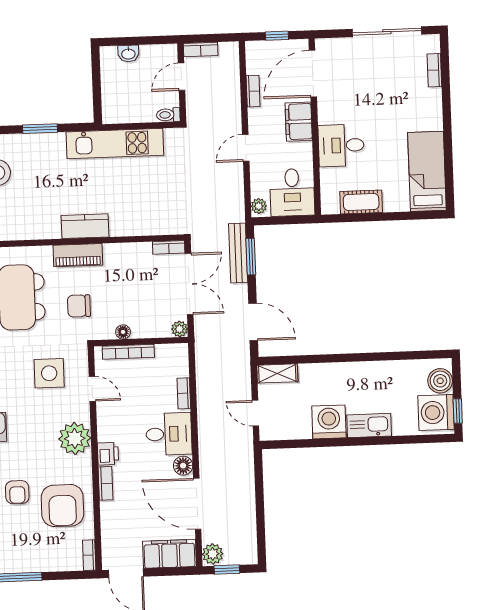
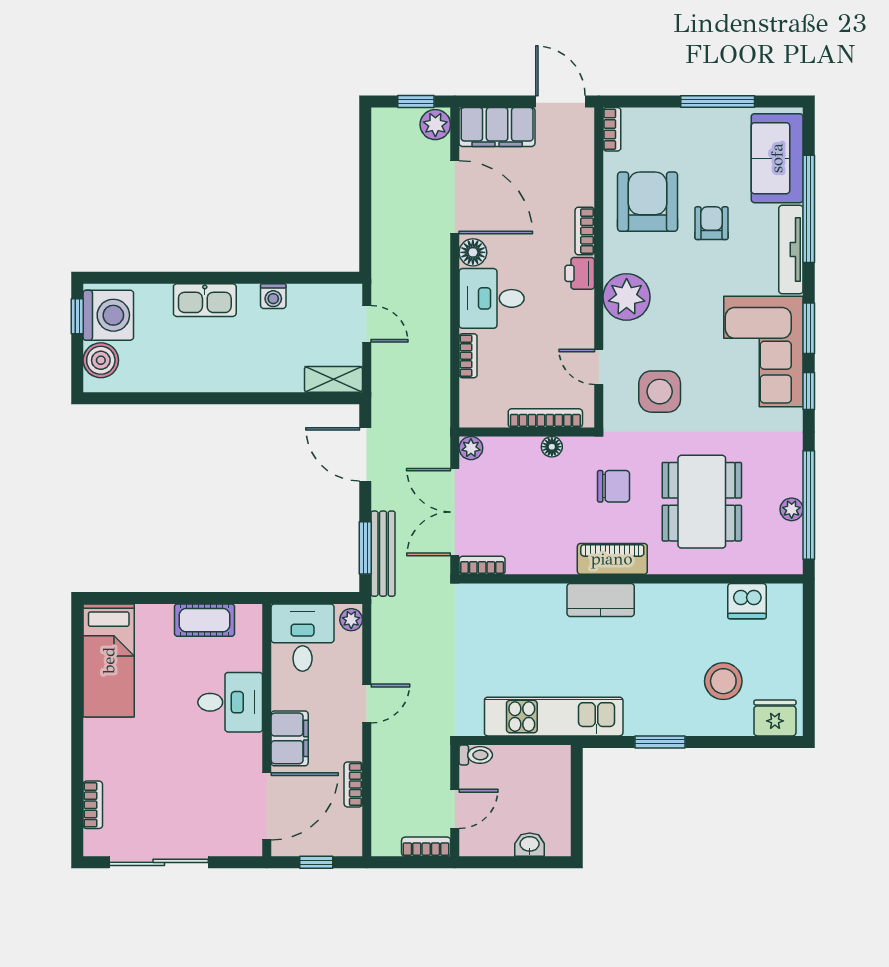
washing machine: (329, 422) -> (273, 296), width x0.53, depth x0.53

